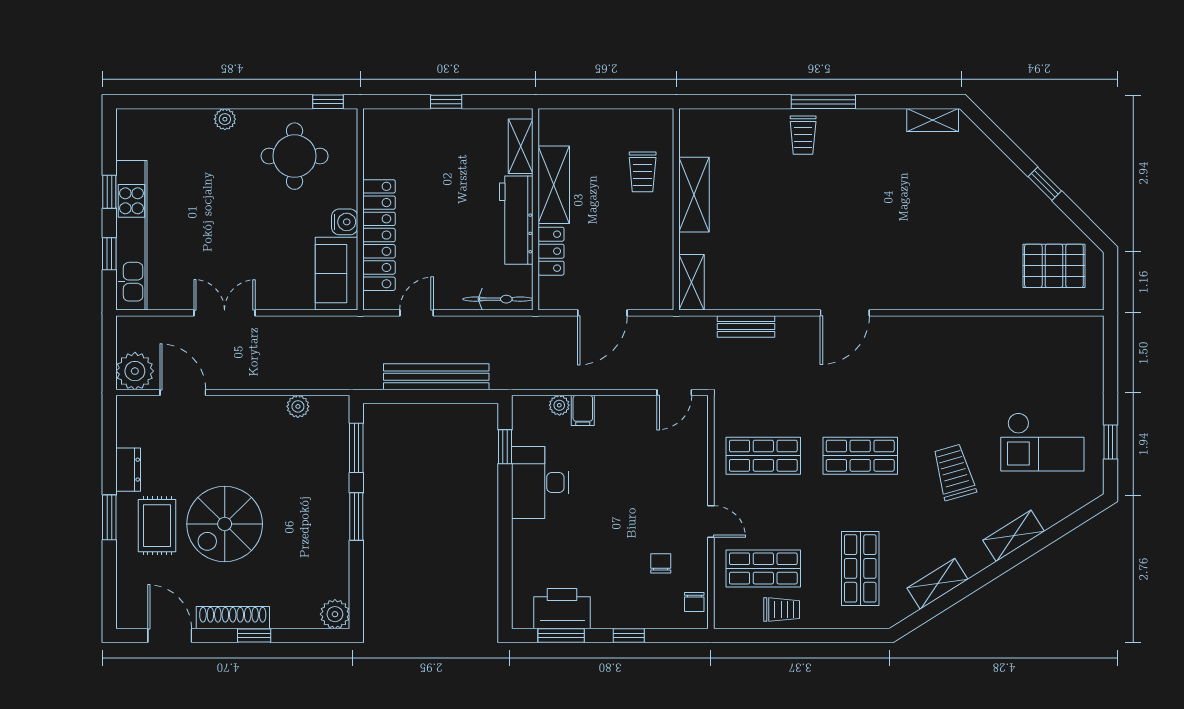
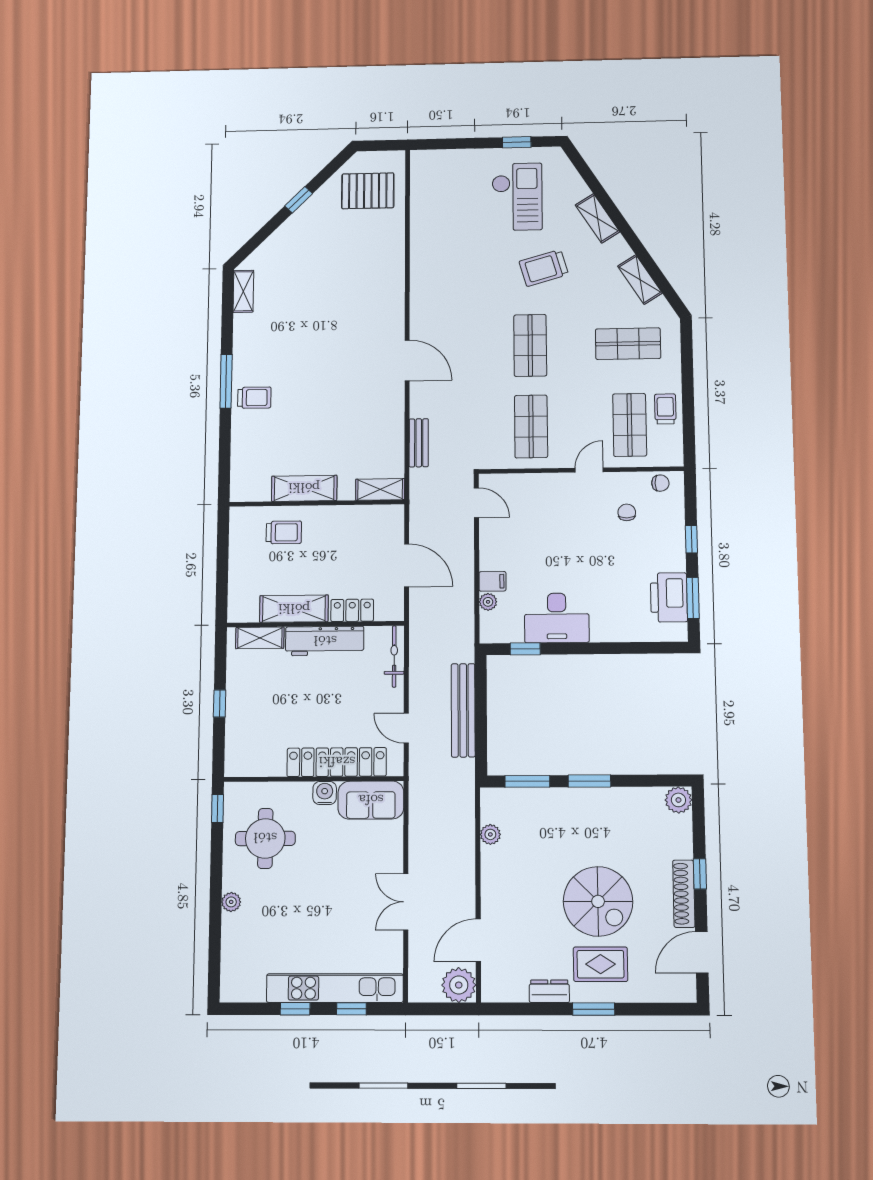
pallet: (1054, 266) -> (368, 191), turned 90
chair: (661, 563) -> (627, 512), turned 90

